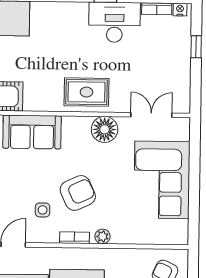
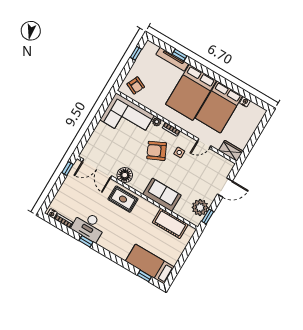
window: (196, 47) -> (68, 169), moved
double door: (151, 115) -> (97, 169), width x1.37
corner sofa: (162, 180) -> (127, 118), moved, turned 90

